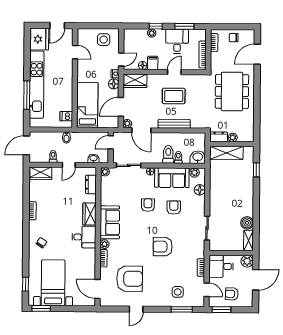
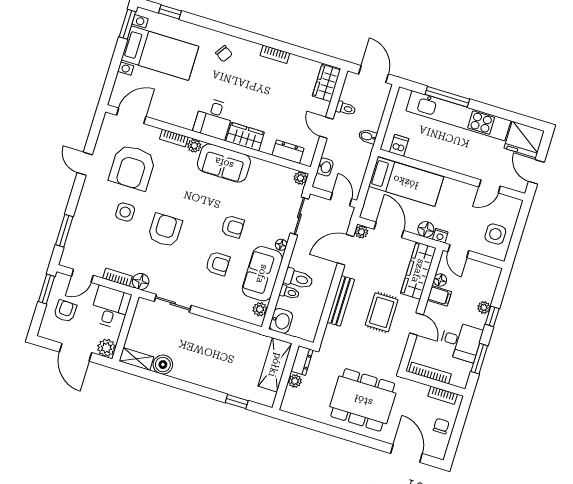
wardrobe: (135, 81) -> (418, 271), width x1.50
floor lamp: (200, 190) -> (141, 281), moved
side table: (178, 292) -> (125, 212), moved

